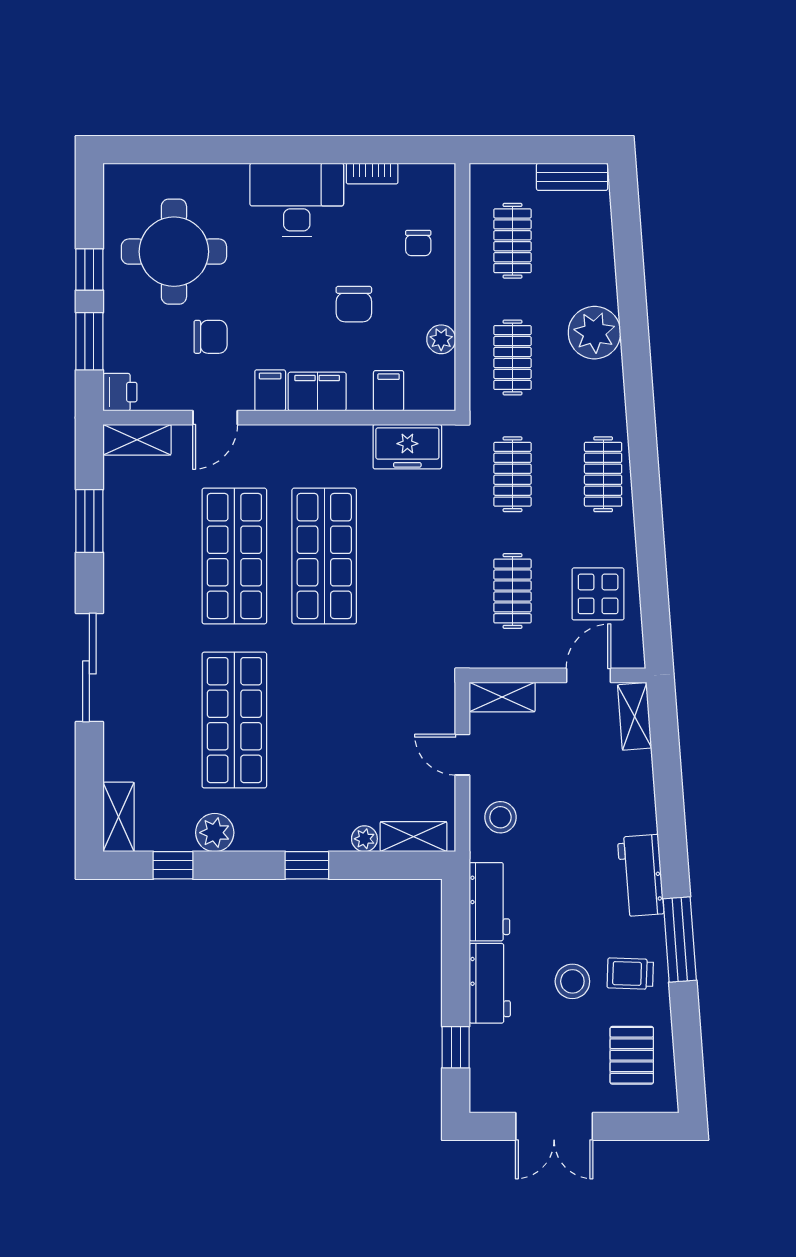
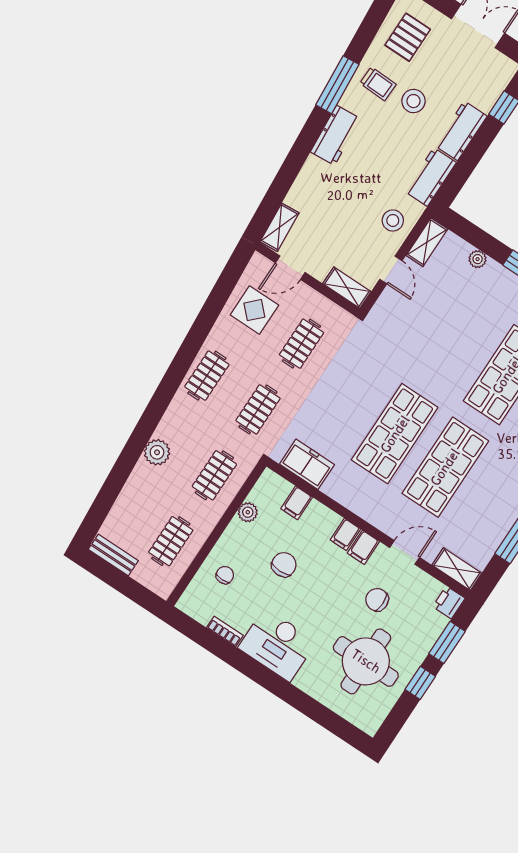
plant: (594, 333) -> (157, 452), width x0.73, depth x0.73
filing cabinet: (317, 392) -> (345, 534), width x0.50
shelving: (414, 837) -> (427, 242), moved, turned 90

